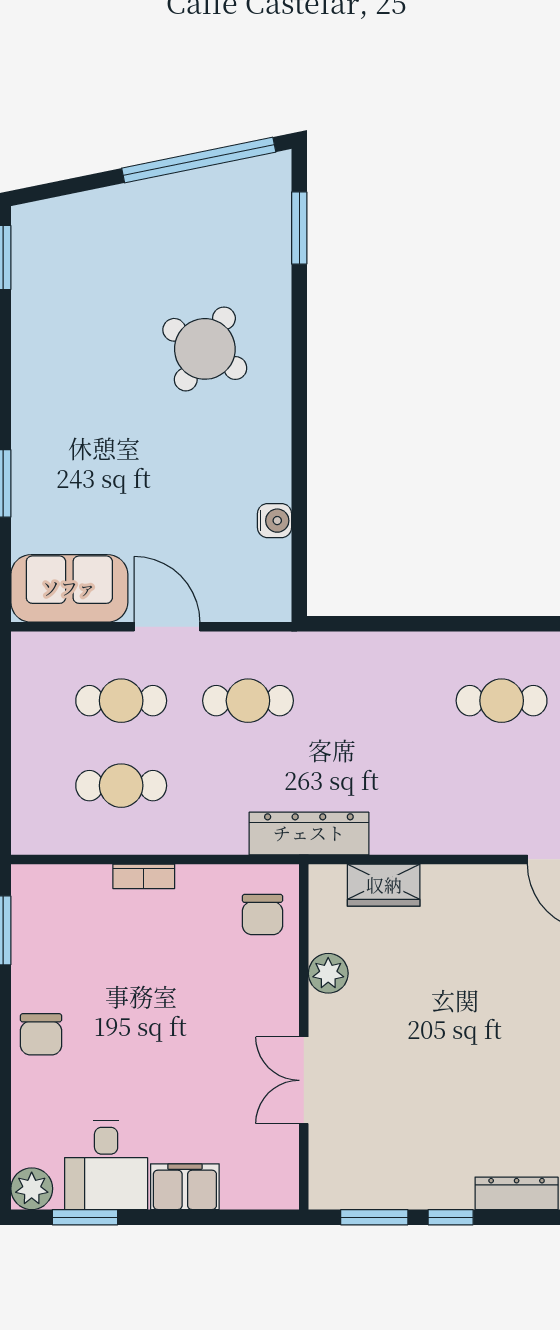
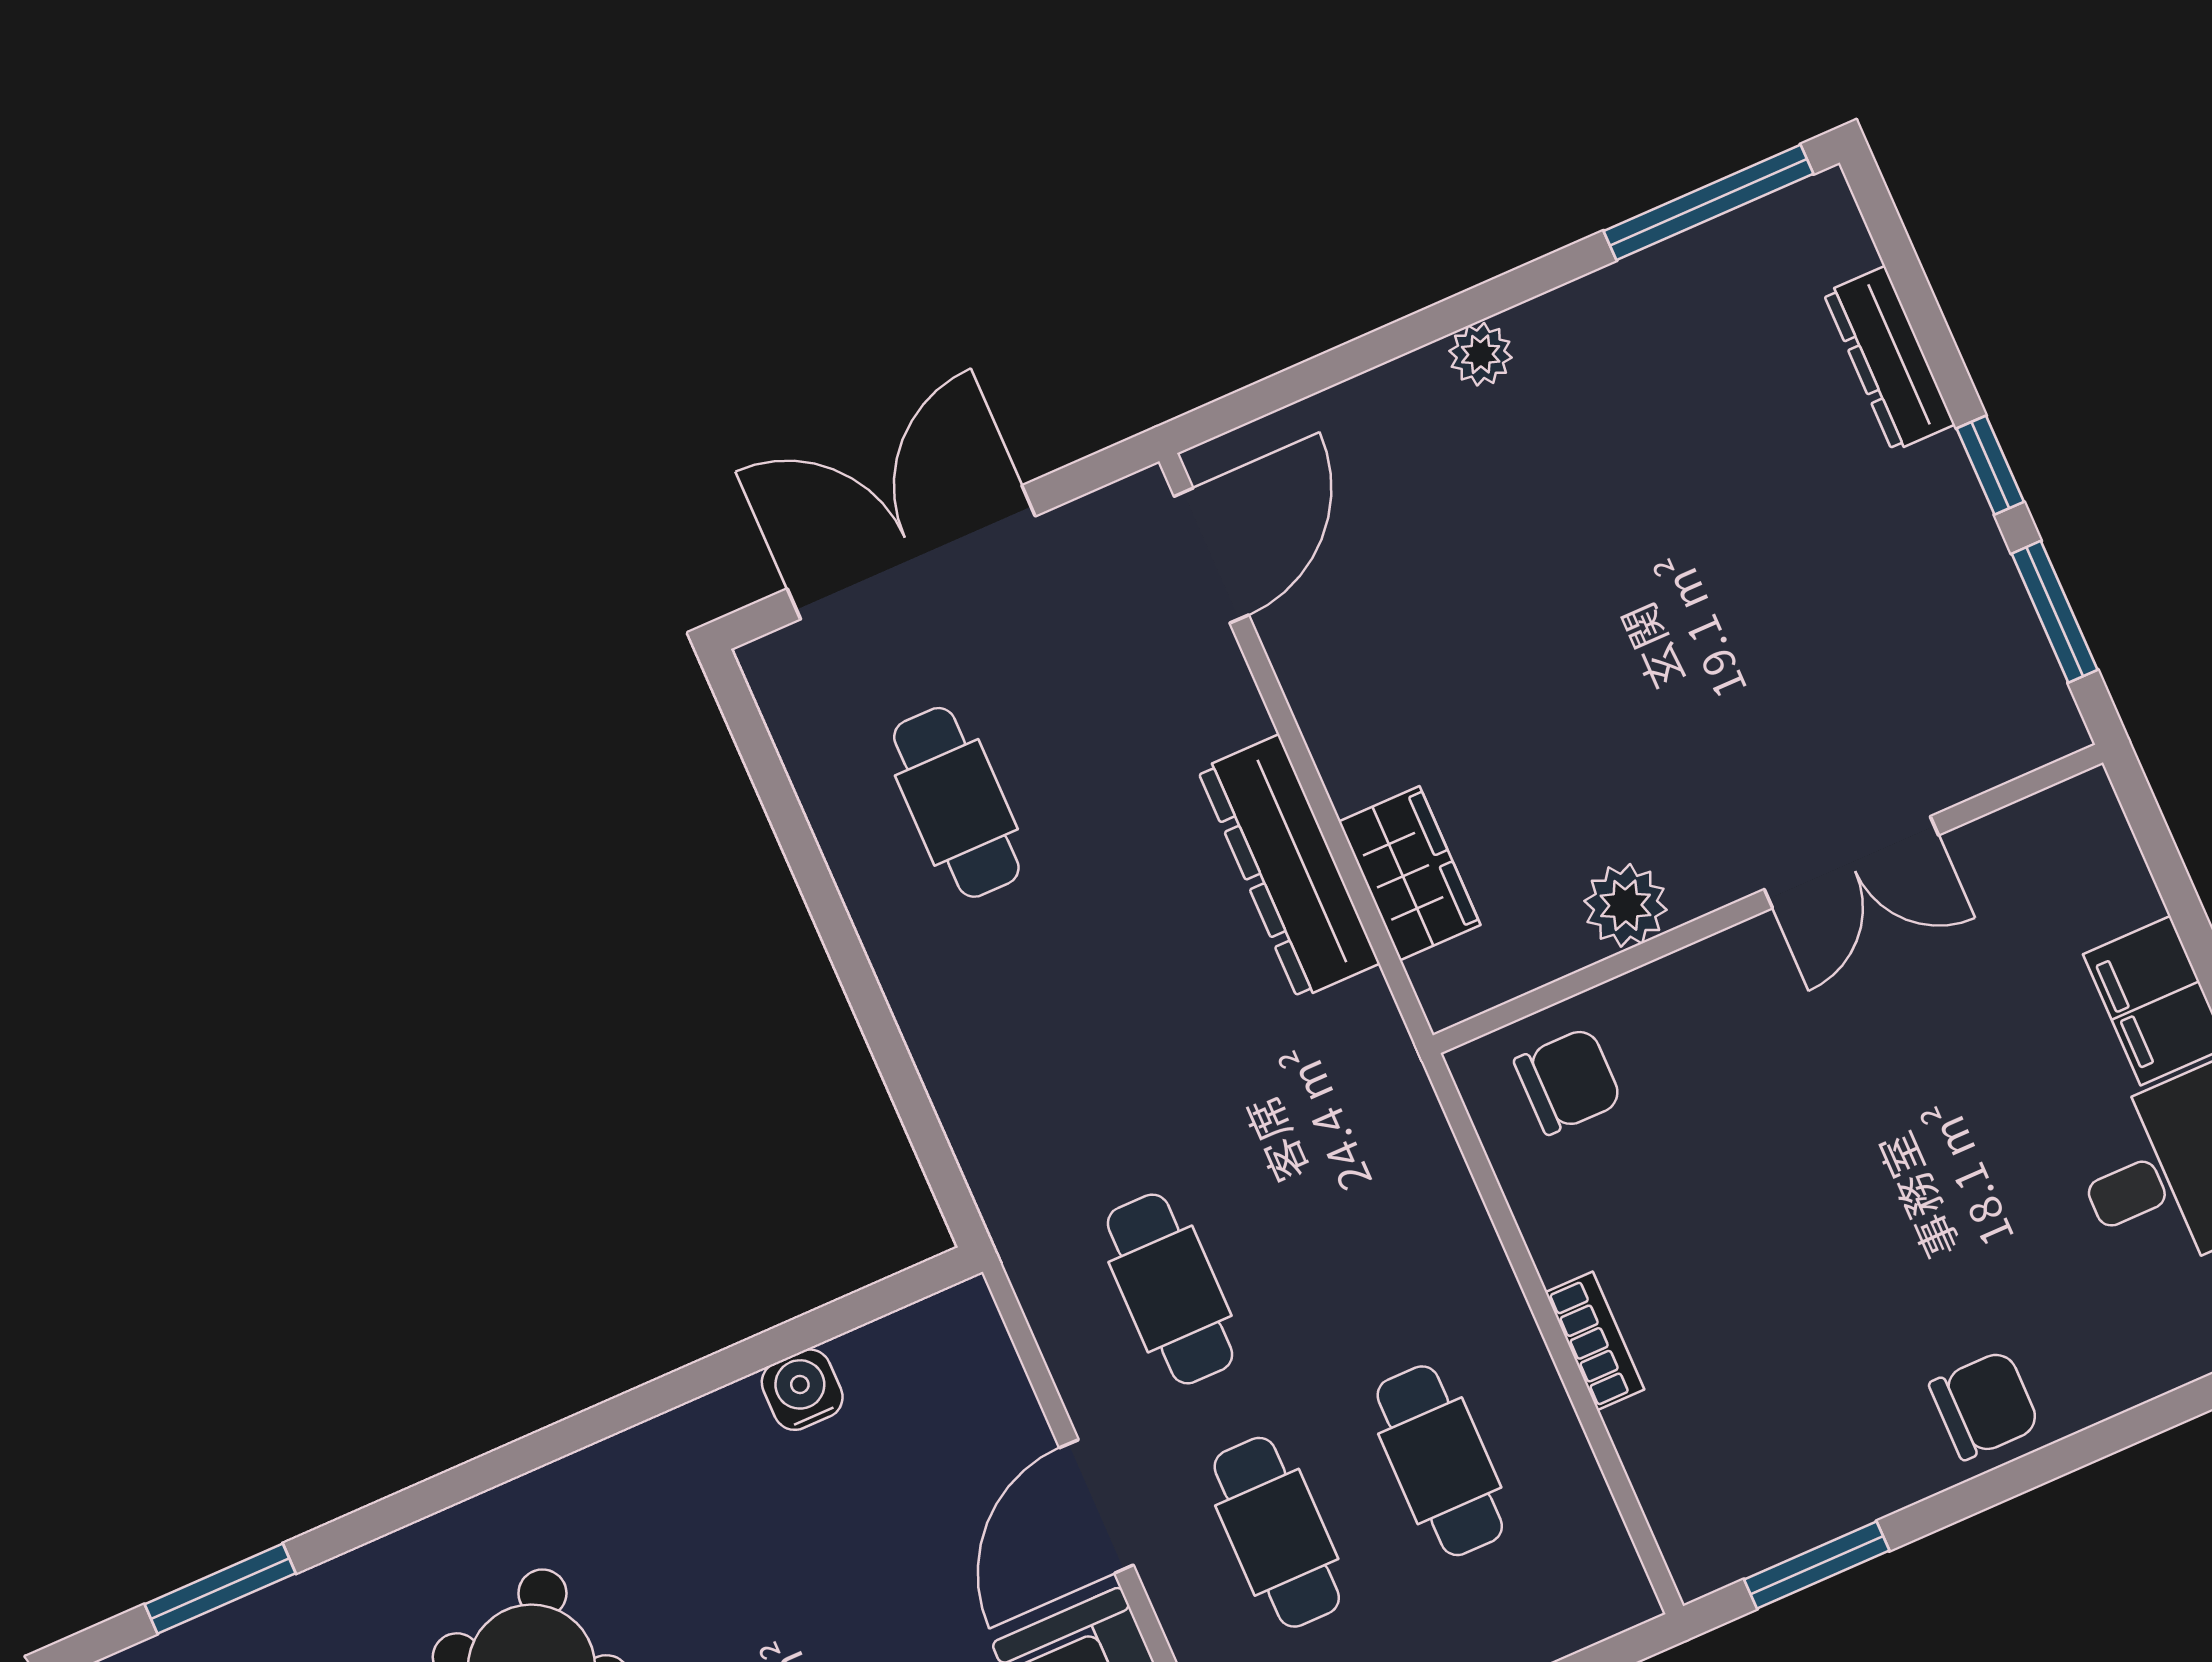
dresser: (309, 833) -> (1289, 867), moved

